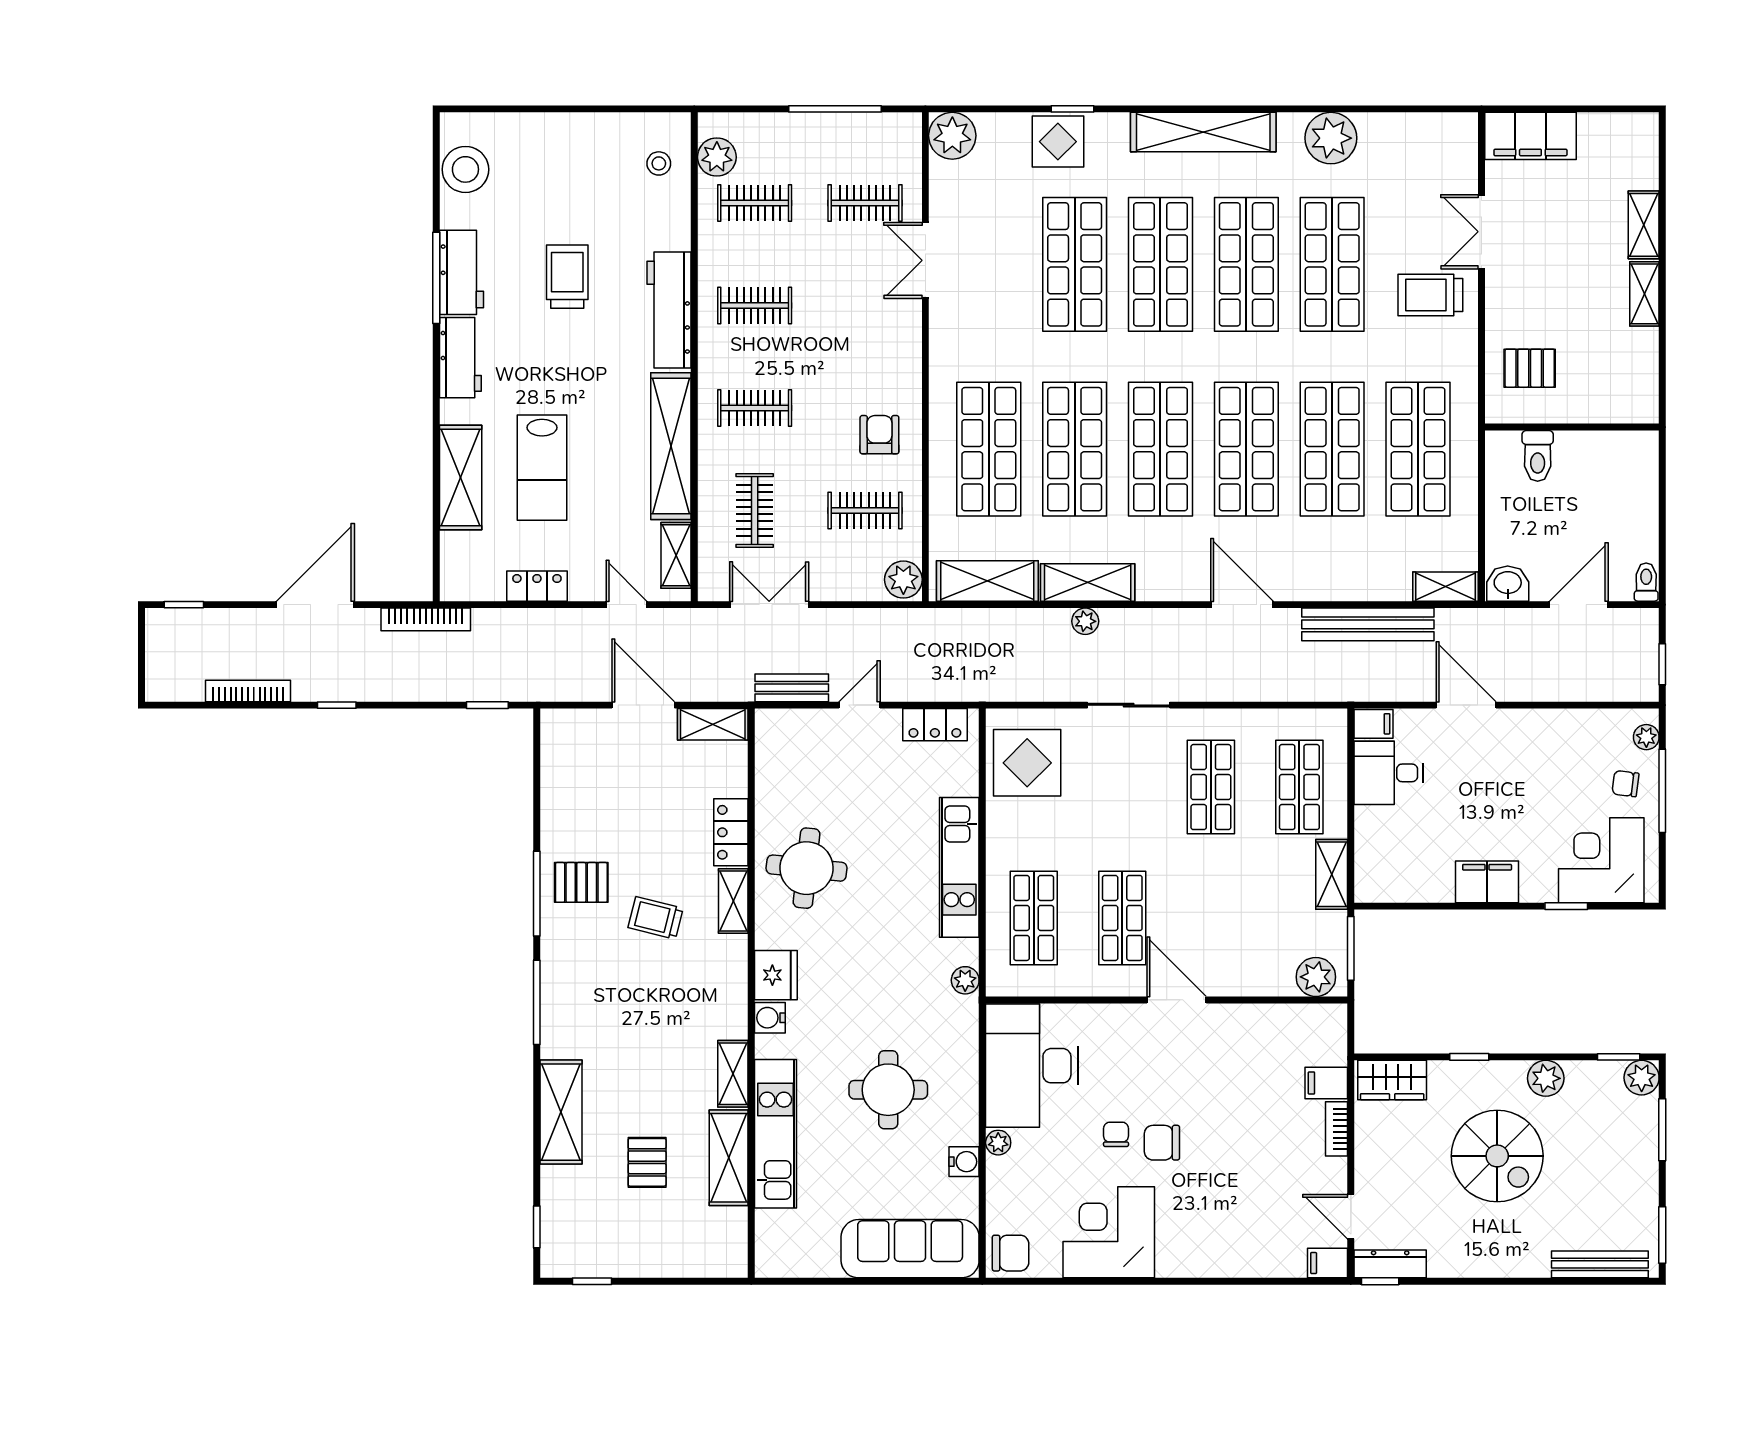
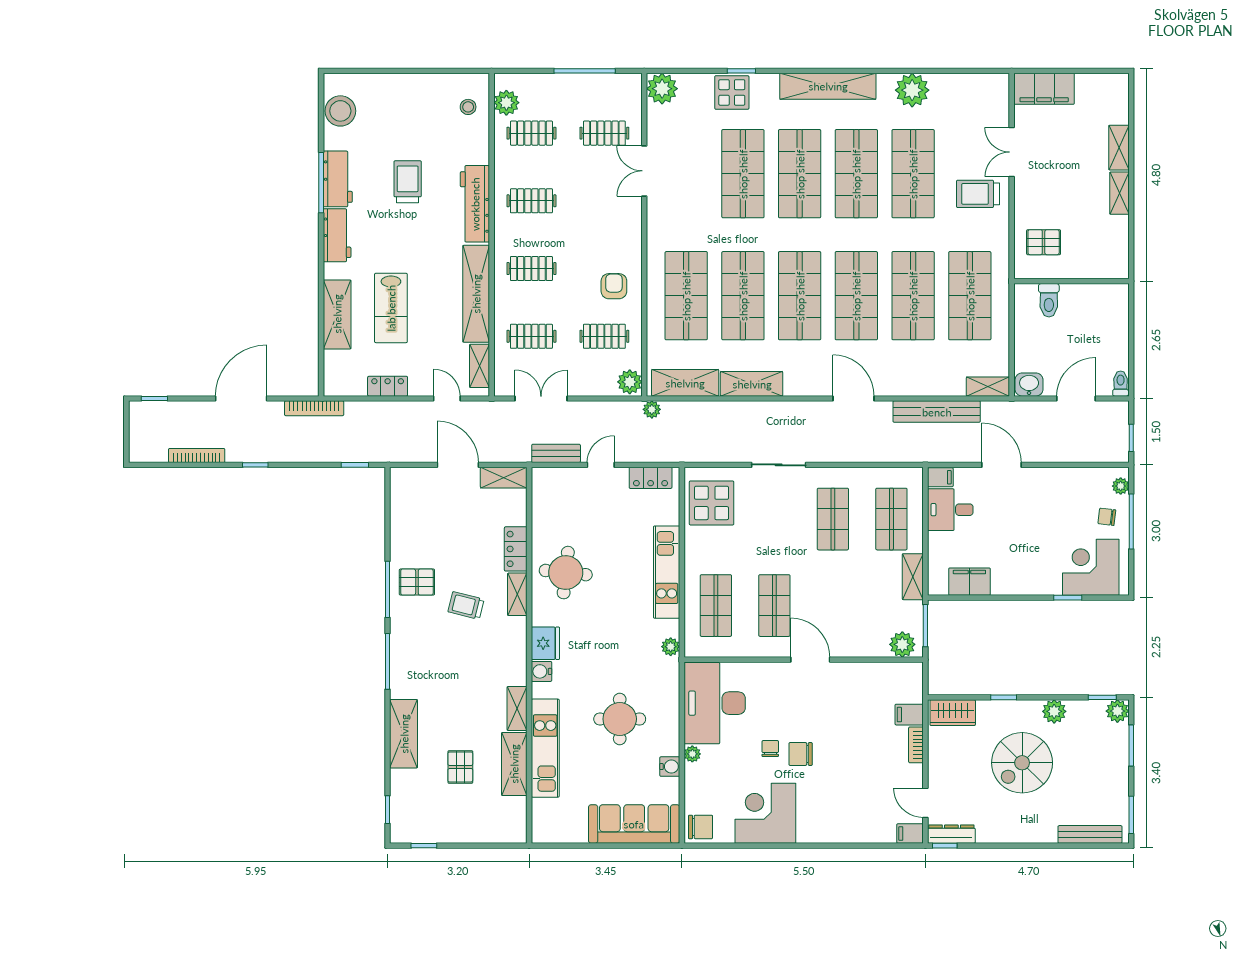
clothes rail: (755, 510) -> (531, 336), turned 90
plant: (1085, 621) -> (652, 409), moved
filing cabinet: (1487, 882) -> (969, 582), moved
spiral stairs: (1497, 1156) -> (1022, 763), turned 90

